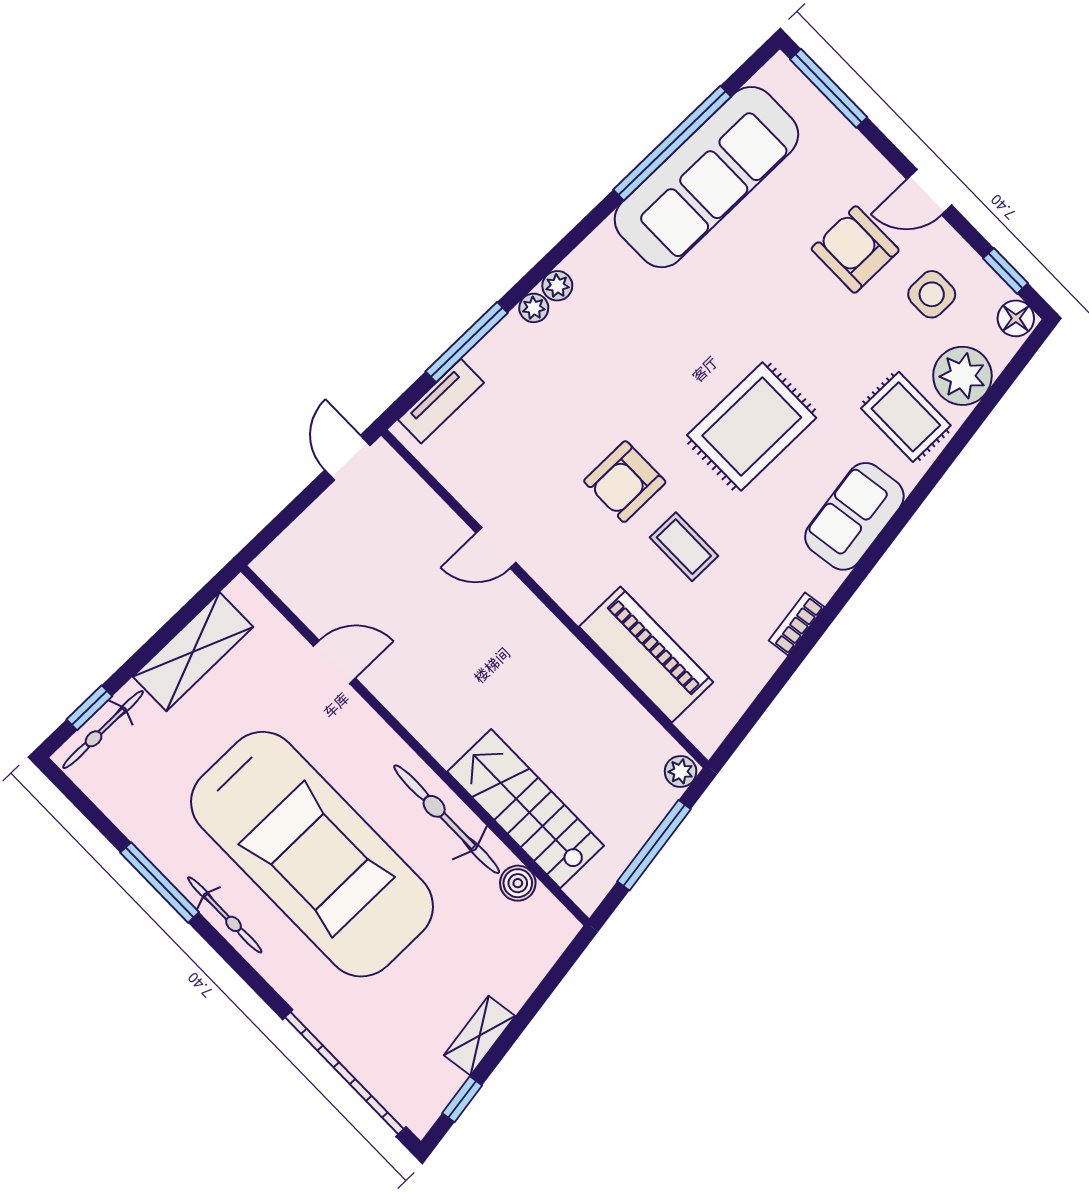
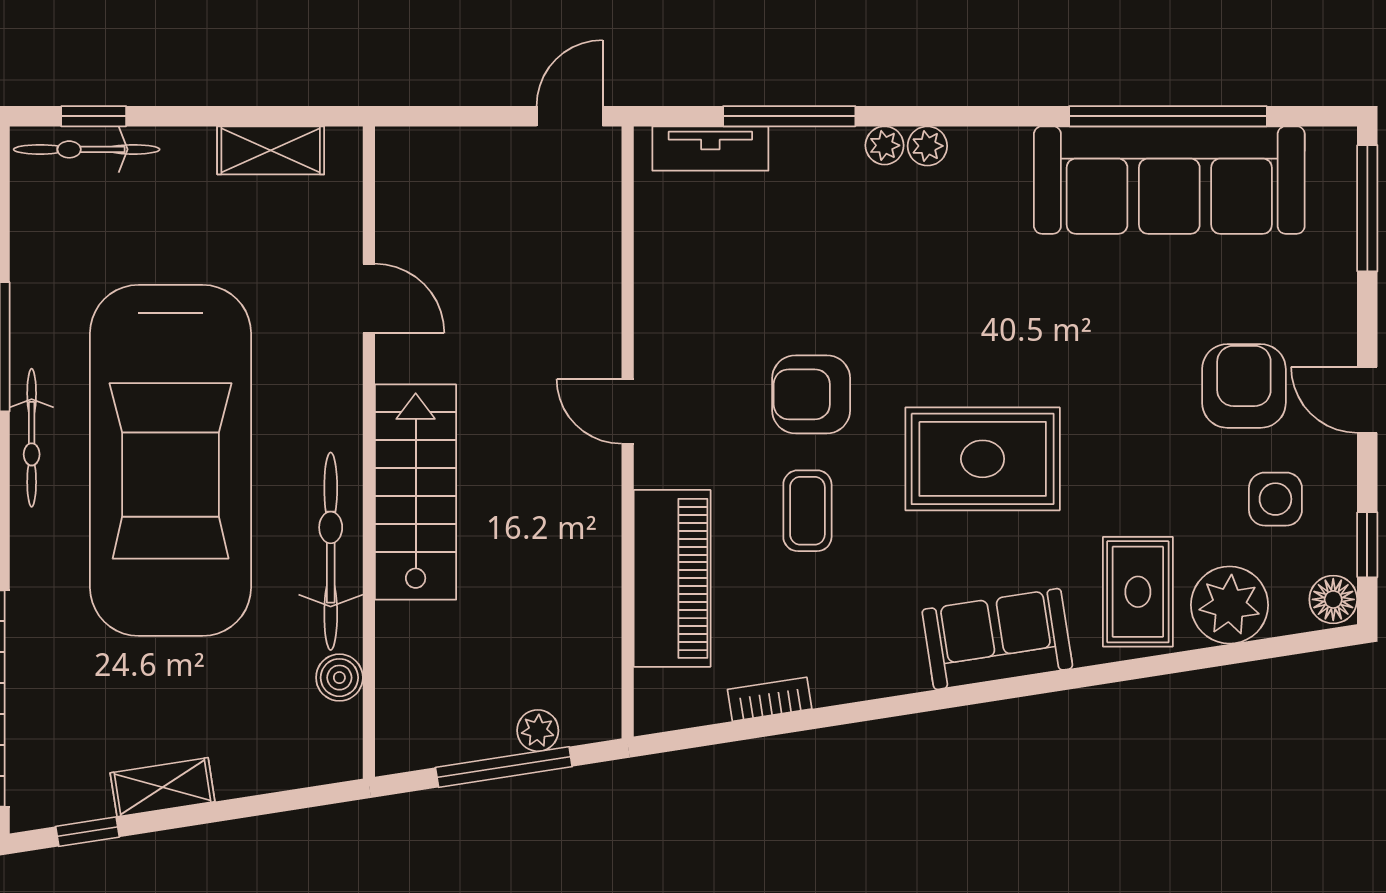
door: (496, 548) -> (628, 411), moved
bookcase: (797, 624) -> (770, 699), moved
shelving: (193, 652) -> (271, 150), width x0.67, depth x0.75
plant: (681, 772) -> (538, 731), moved
stairs: (526, 809) -> (416, 492), moved

